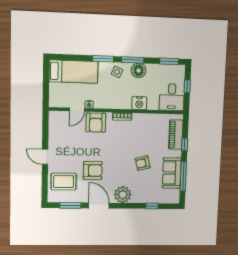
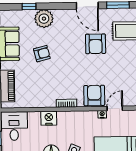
armchair: (93, 171) -> (96, 44), turned -90
plant: (123, 195) -> (44, 19), moved

